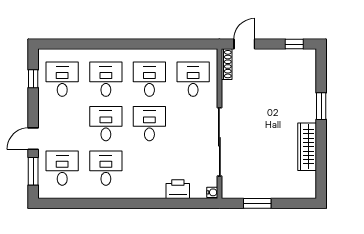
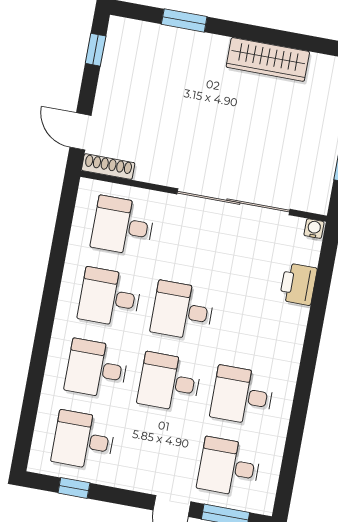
window: (321, 106) -> (184, 20), moved

